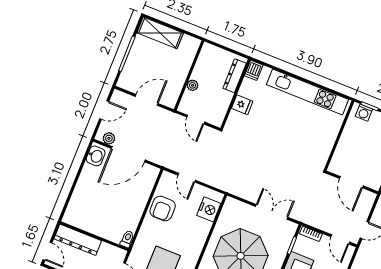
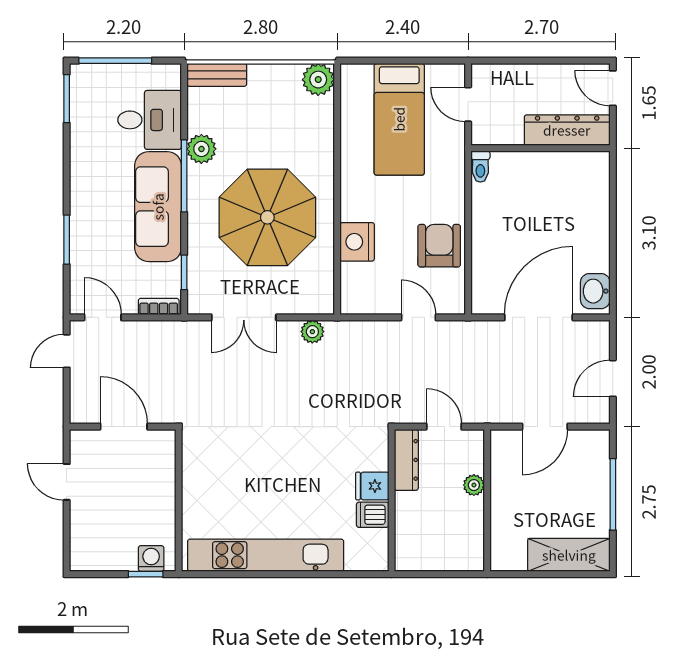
dishwasher: (254, 70) -> (373, 515), moved, turned -90
dresser: (235, 76) -> (406, 460), moved
plant: (109, 138) -> (312, 332), moved
nightstand: (209, 209) -> (357, 242), moved

